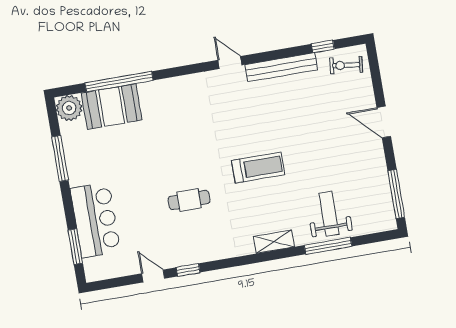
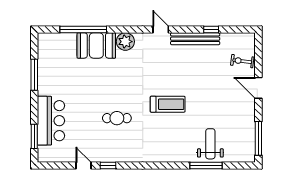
window: (323, 46) -> (211, 29), moved
exercise bike: (346, 65) -> (242, 61), moved
booth: (112, 106) -> (96, 45), moved
plant: (69, 108) -> (125, 42), moved
shelving: (274, 242) -> (170, 156), removed

